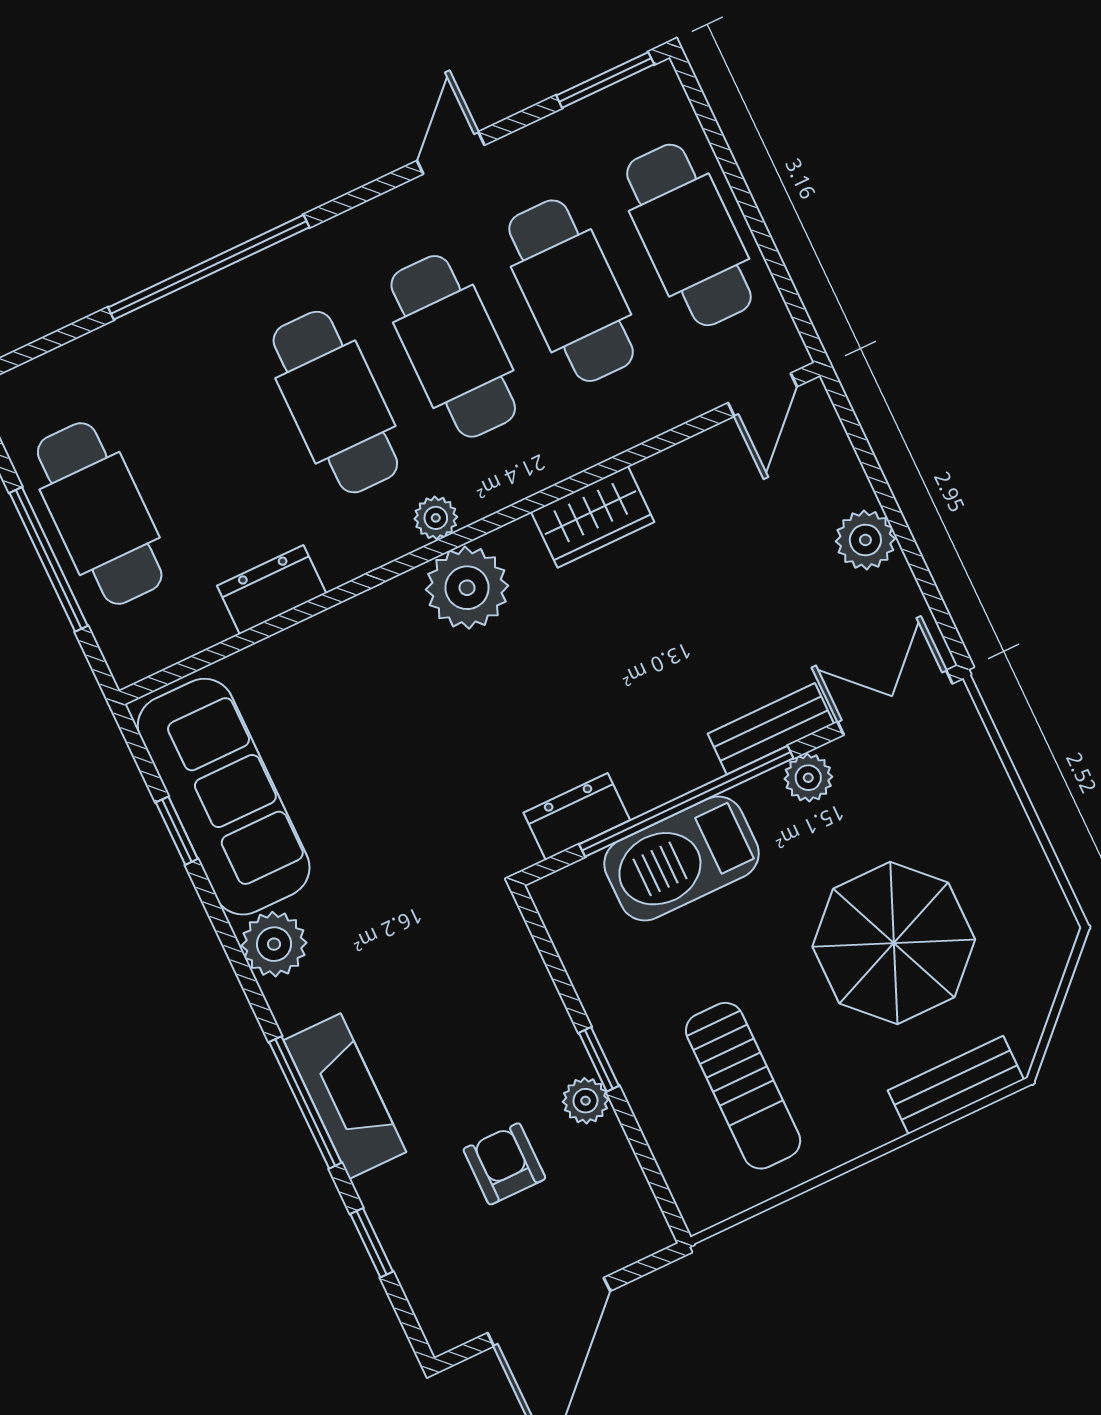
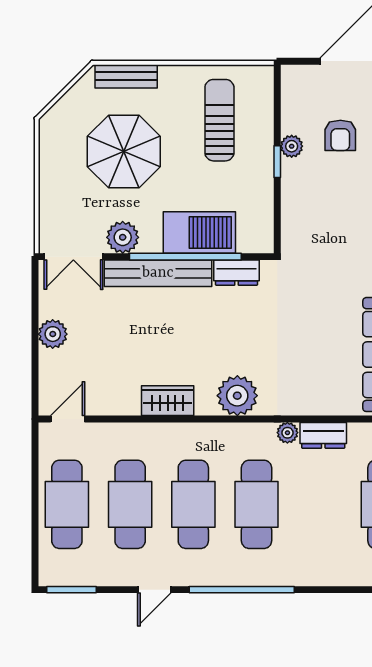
window: (209, 267) -> (242, 590), moved
plant: (436, 518) -> (287, 433), moved
bench: (771, 729) -> (158, 273), width x1.86, depth x1.21
plant: (808, 778) -> (123, 237), width x1.38, depth x1.38

